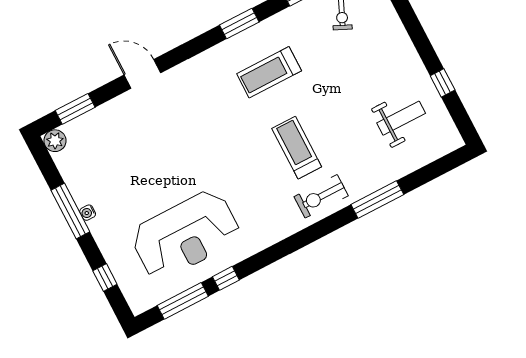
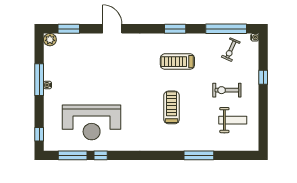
window: (443, 83) -> (263, 77), moved
exercise bike: (321, 196) -> (227, 90), moved
window: (105, 277) -> (39, 134), moved

